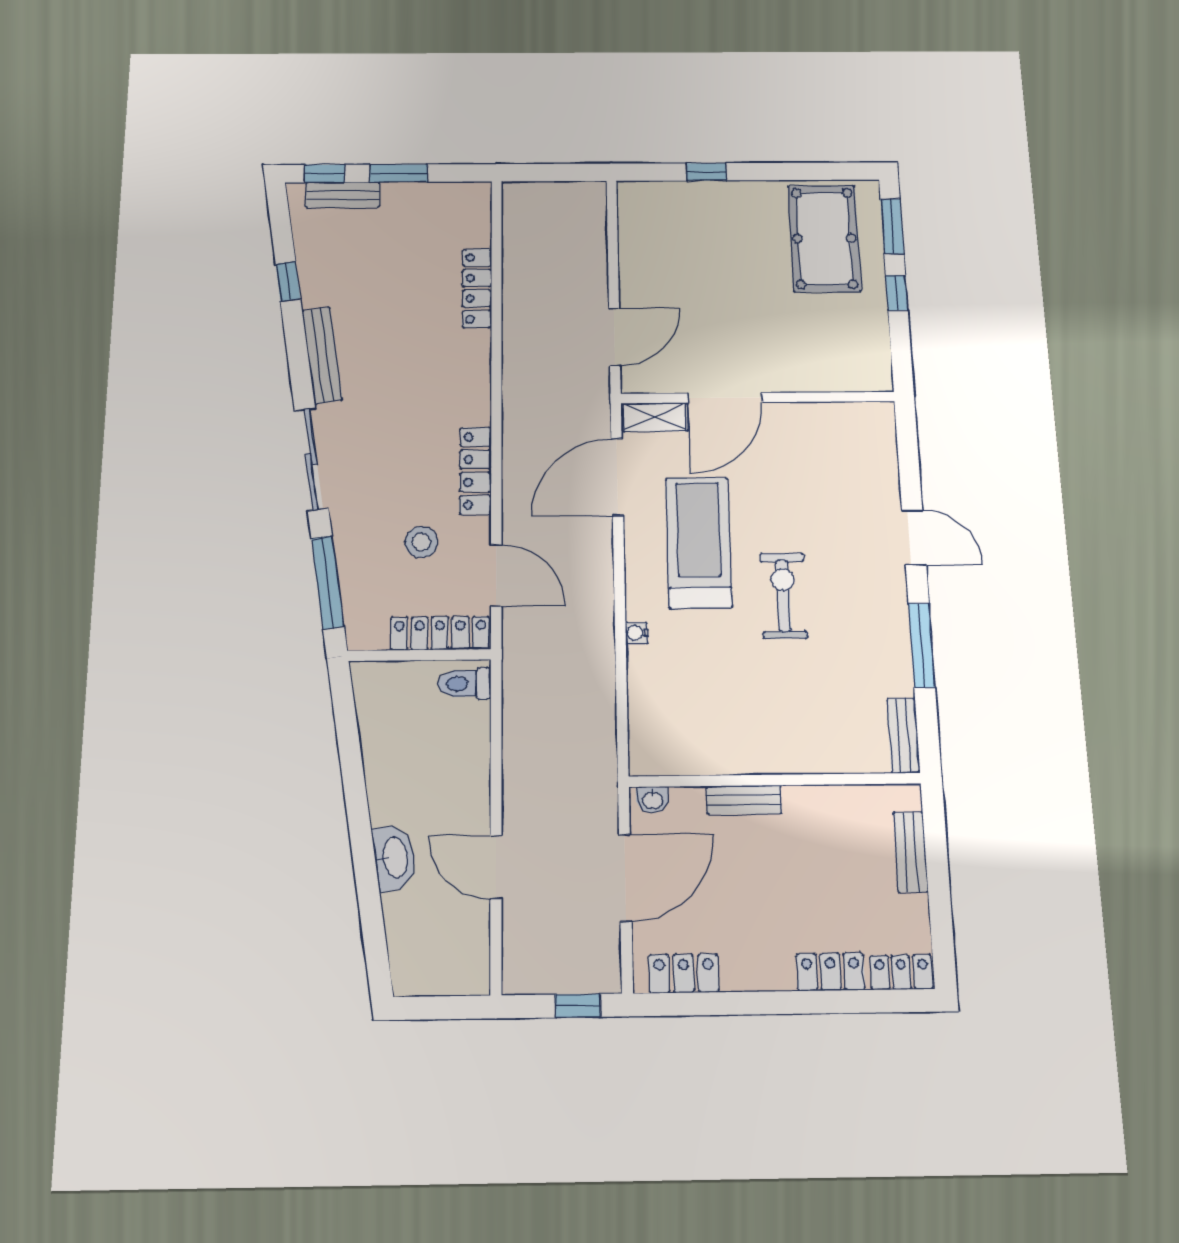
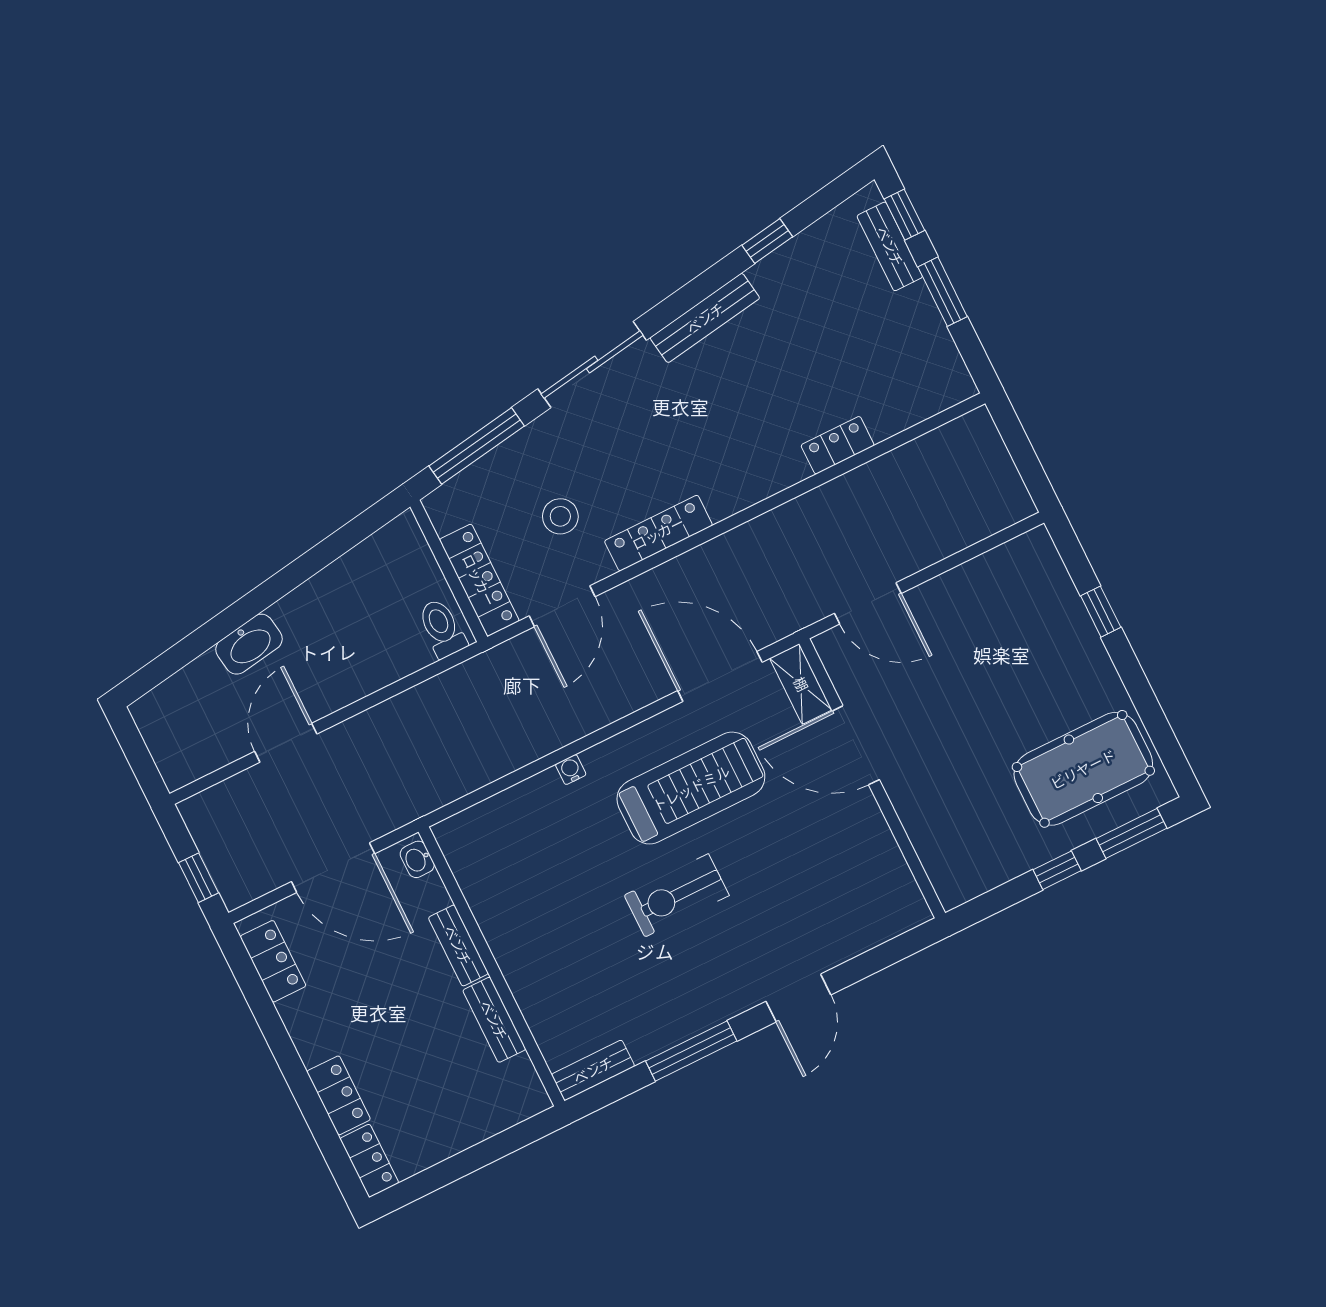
locker: (477, 288) -> (838, 445), width x0.66
exercise bike: (783, 596) -> (677, 895), turned 180
bench: (911, 852) -> (494, 1020), moved, turned 90

